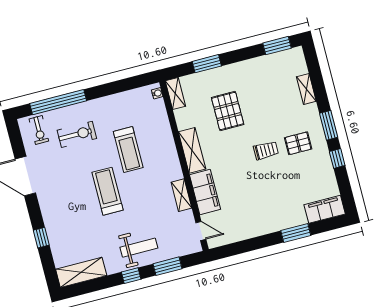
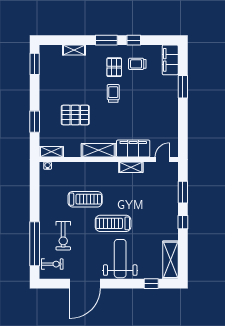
exercise bike: (77, 134) -> (63, 236), turned 180
trolley: (309, 170) -> (137, 64), added
window: (41, 238) -> (151, 284), moved
weight bench: (139, 248) -> (120, 259), moved, width x1.36, depth x1.33

